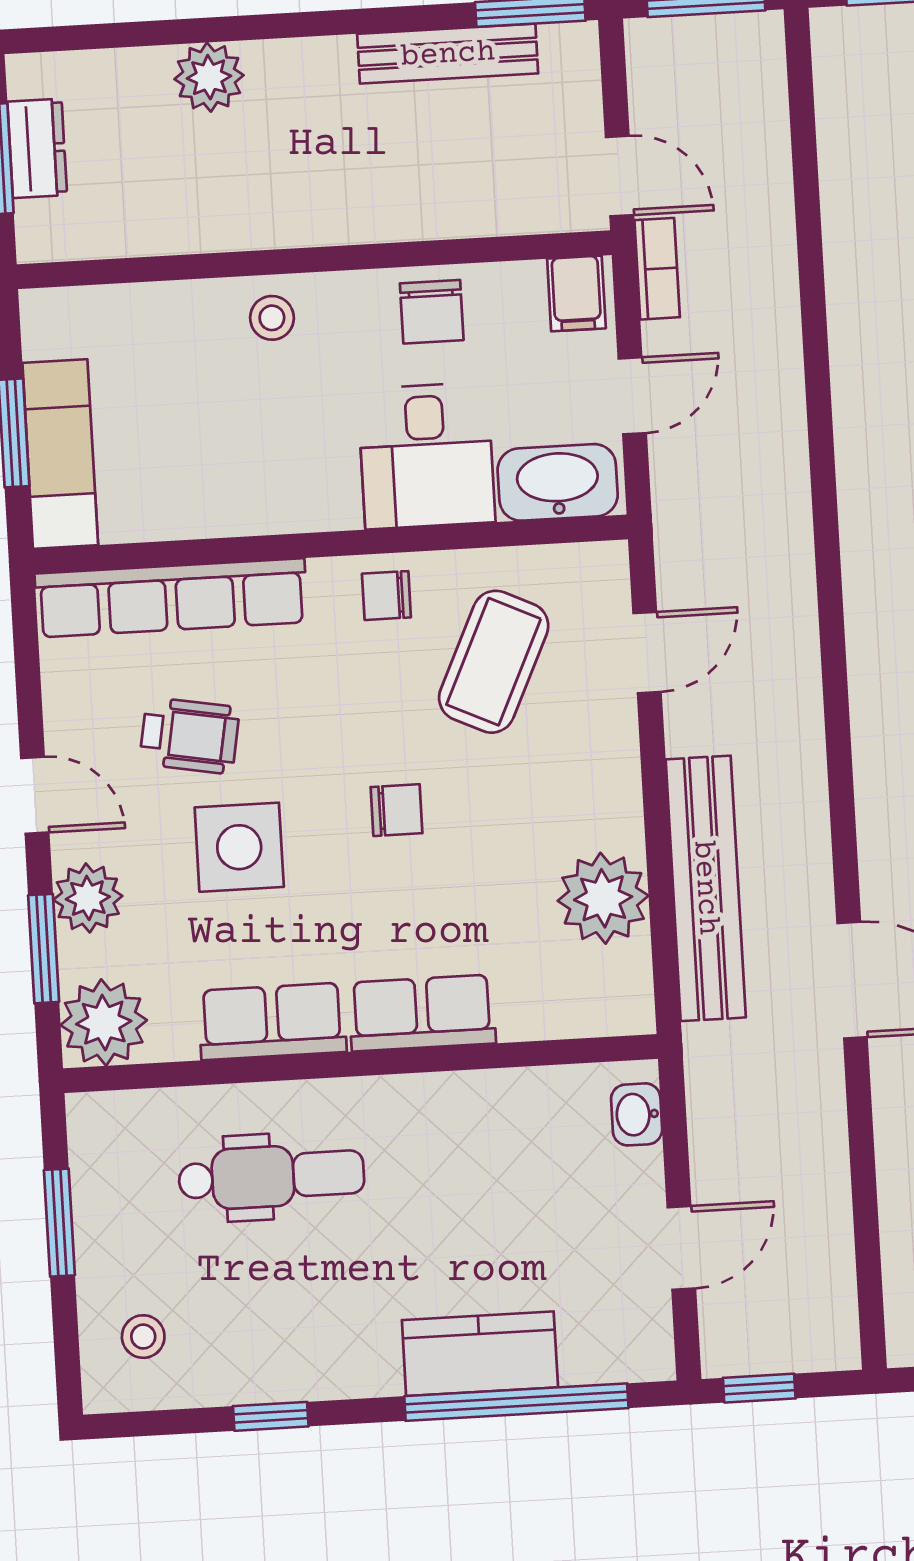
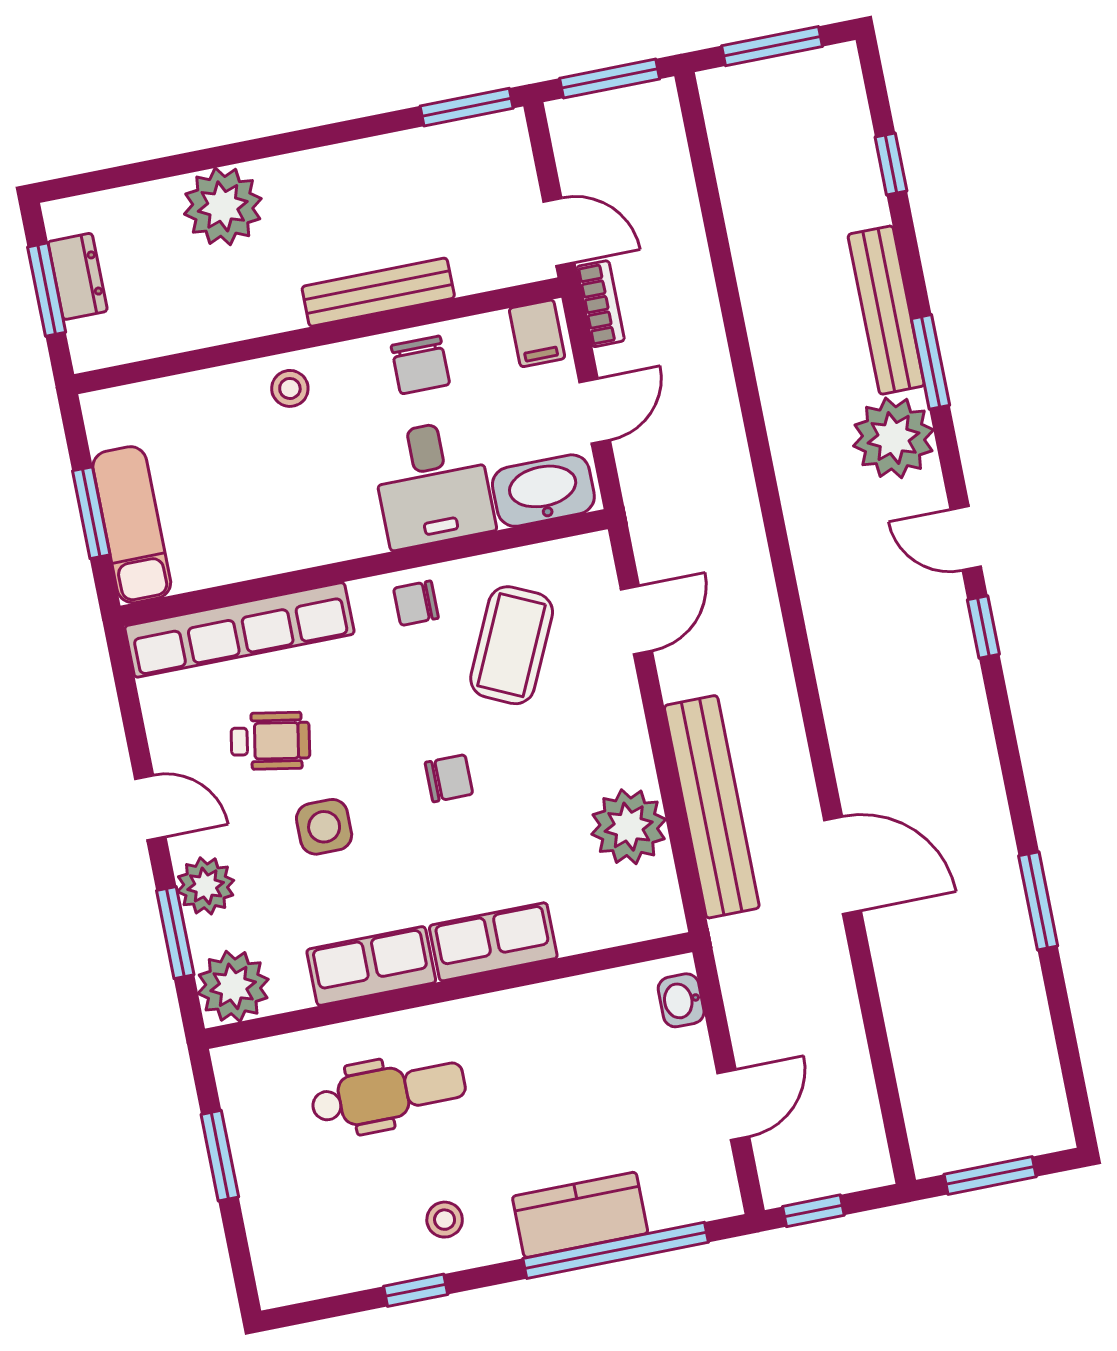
bench: (448, 54) -> (378, 292), moved
plant: (209, 77) -> (223, 206), width x1.36, depth x1.36
side table: (239, 847) -> (324, 827), width x0.73, depth x0.73
stool: (143, 1337) -> (445, 1220), moved

